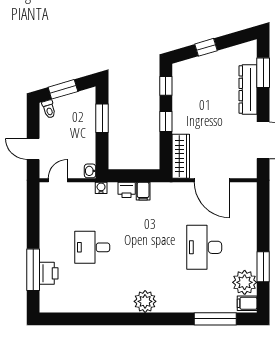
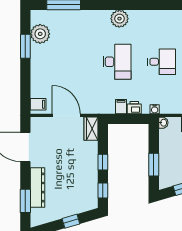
wardrobe: (181, 156) -> (91, 129), width x0.67
desk: (204, 247) -> (117, 62), moved
filing cabinet: (247, 303) -> (38, 104), moved

